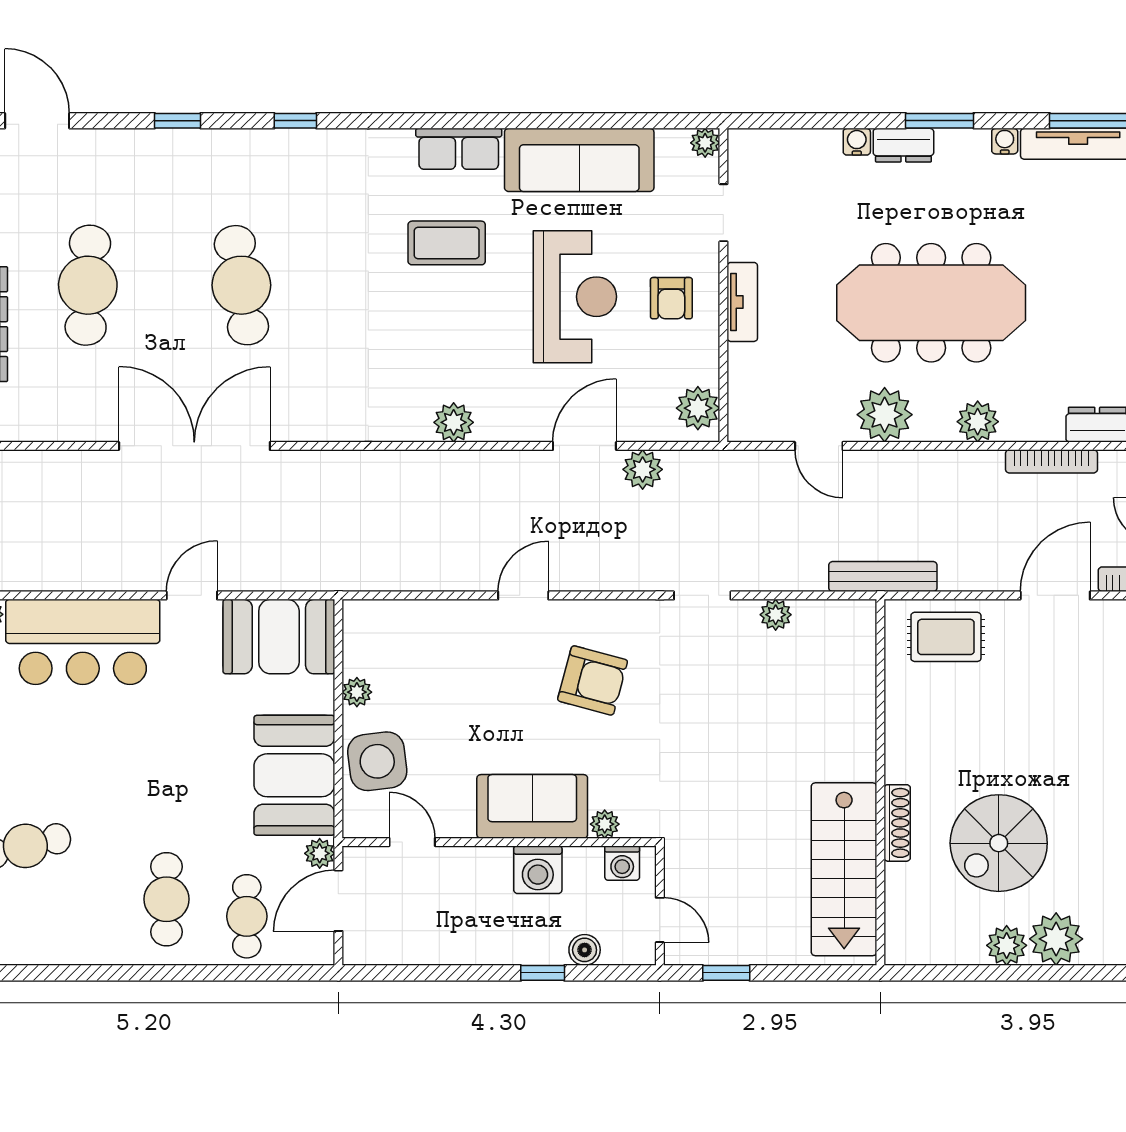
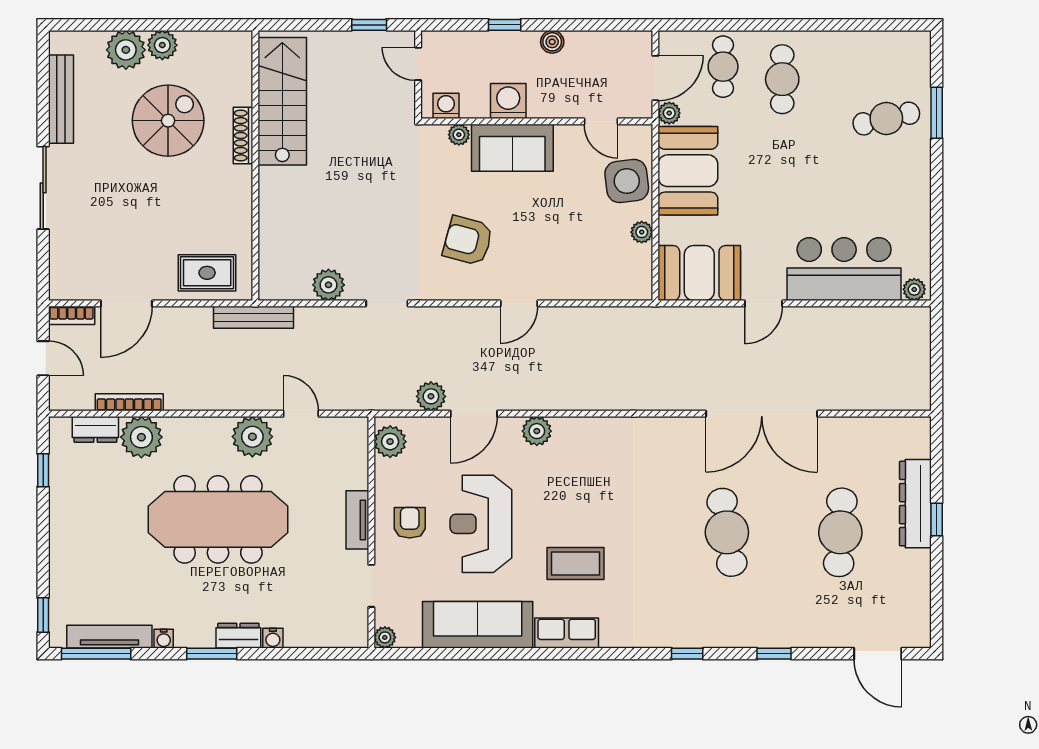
plant: (454, 422) -> (537, 431), moved
plant: (978, 422) -> (141, 437), moved, width x1.36, depth x1.36
plant: (776, 615) -> (328, 285), width x1.38, depth x1.38
boiler: (585, 950) -> (552, 42), moved

